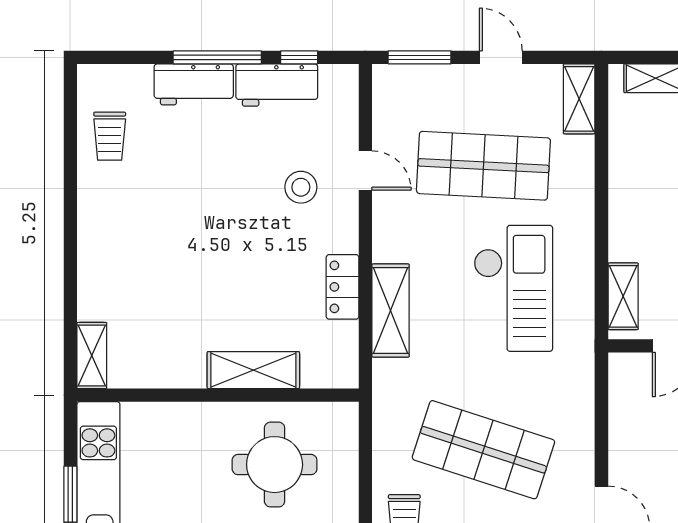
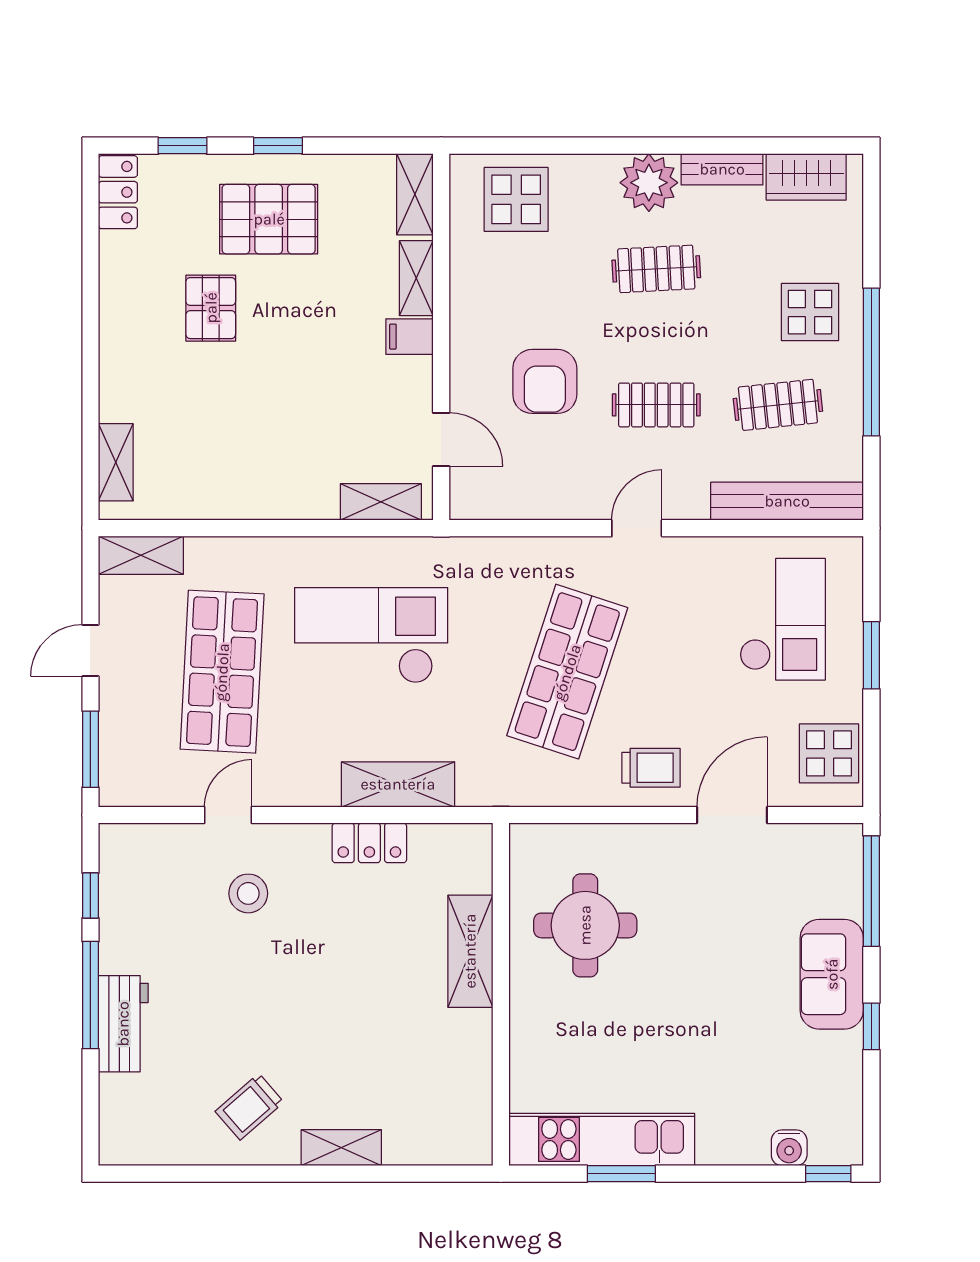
workbench: (277, 85) -> (124, 923), removed
trolley: (110, 136) -> (249, 1107), moved, turned 139
shelving: (92, 356) -> (341, 1148), moved

